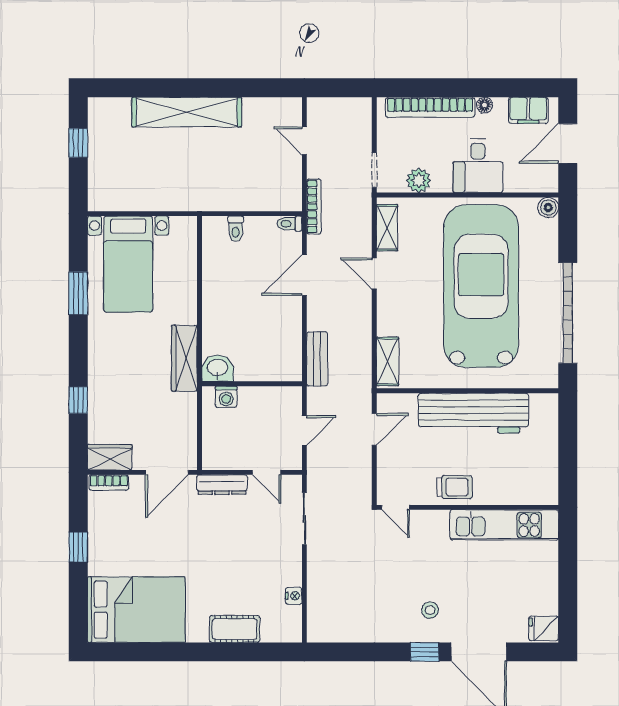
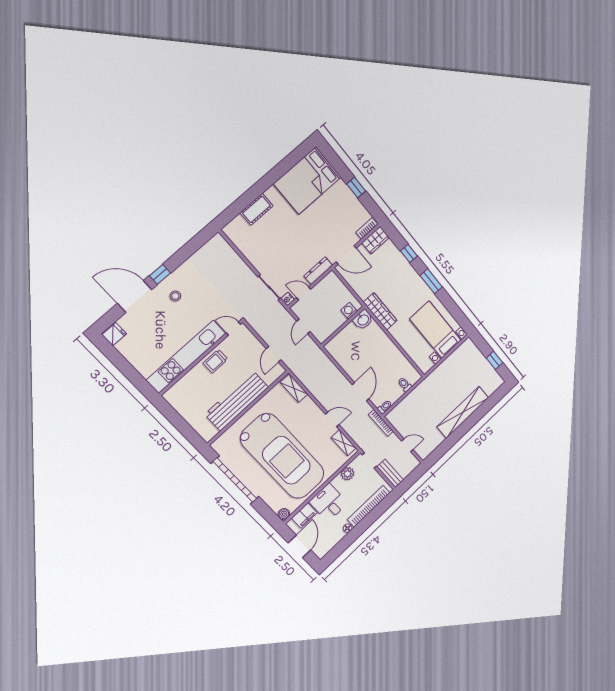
filing cabinet: (528, 110) -> (304, 516), moved, turned 180
window: (78, 293) -> (431, 281), moved
bench: (317, 359) -> (390, 473), moved
door: (167, 472) -> (346, 255), swing flipped
kitchen unit: (504, 525) -> (186, 357), width x1.36
nightstand: (294, 596) -> (288, 299), moved

